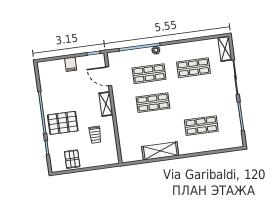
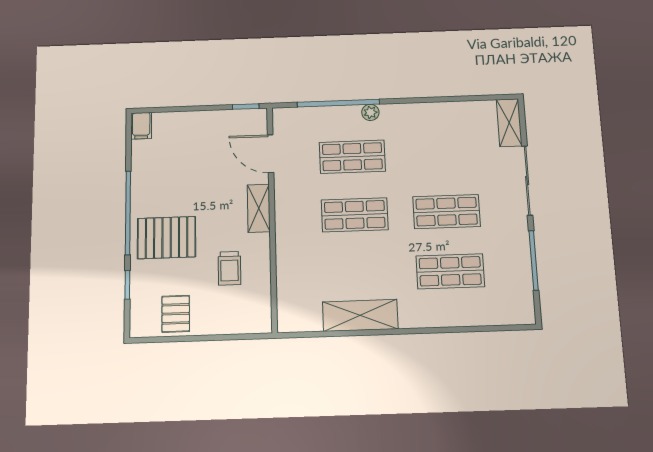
filing cabinet: (71, 64) -> (141, 126), moved
shop shelf: (193, 68) -> (447, 212), moved

